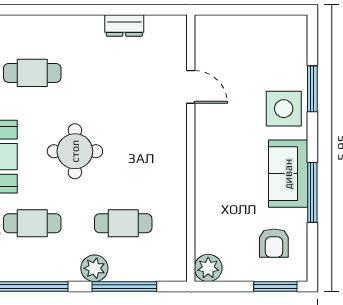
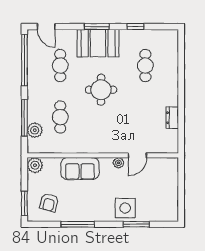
plant: (204, 120) -> (118, 163), added
sofa: (288, 174) -> (80, 168), moved, turned 180
armchair: (274, 243) -> (49, 202), turned -76
plant: (94, 268) -> (35, 130), moved

